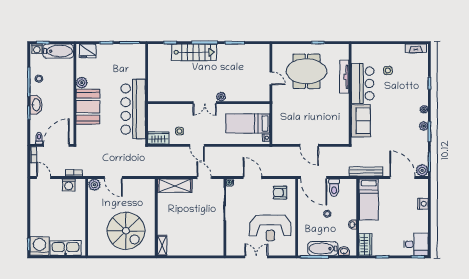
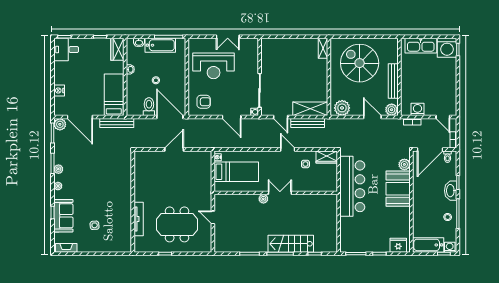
plant: (82, 83) -> (404, 164), moved
bar counter: (363, 83) -> (120, 212), removed
sofa: (361, 121) -> (63, 216), moved, turned 180
door: (309, 145) -> (174, 150), hinge flipped
bench: (177, 172) -> (308, 123), added
plant: (143, 186) -> (342, 108), added
bench: (93, 213) -> (393, 81), added
reception desk: (270, 228) -> (214, 66), turned 180

